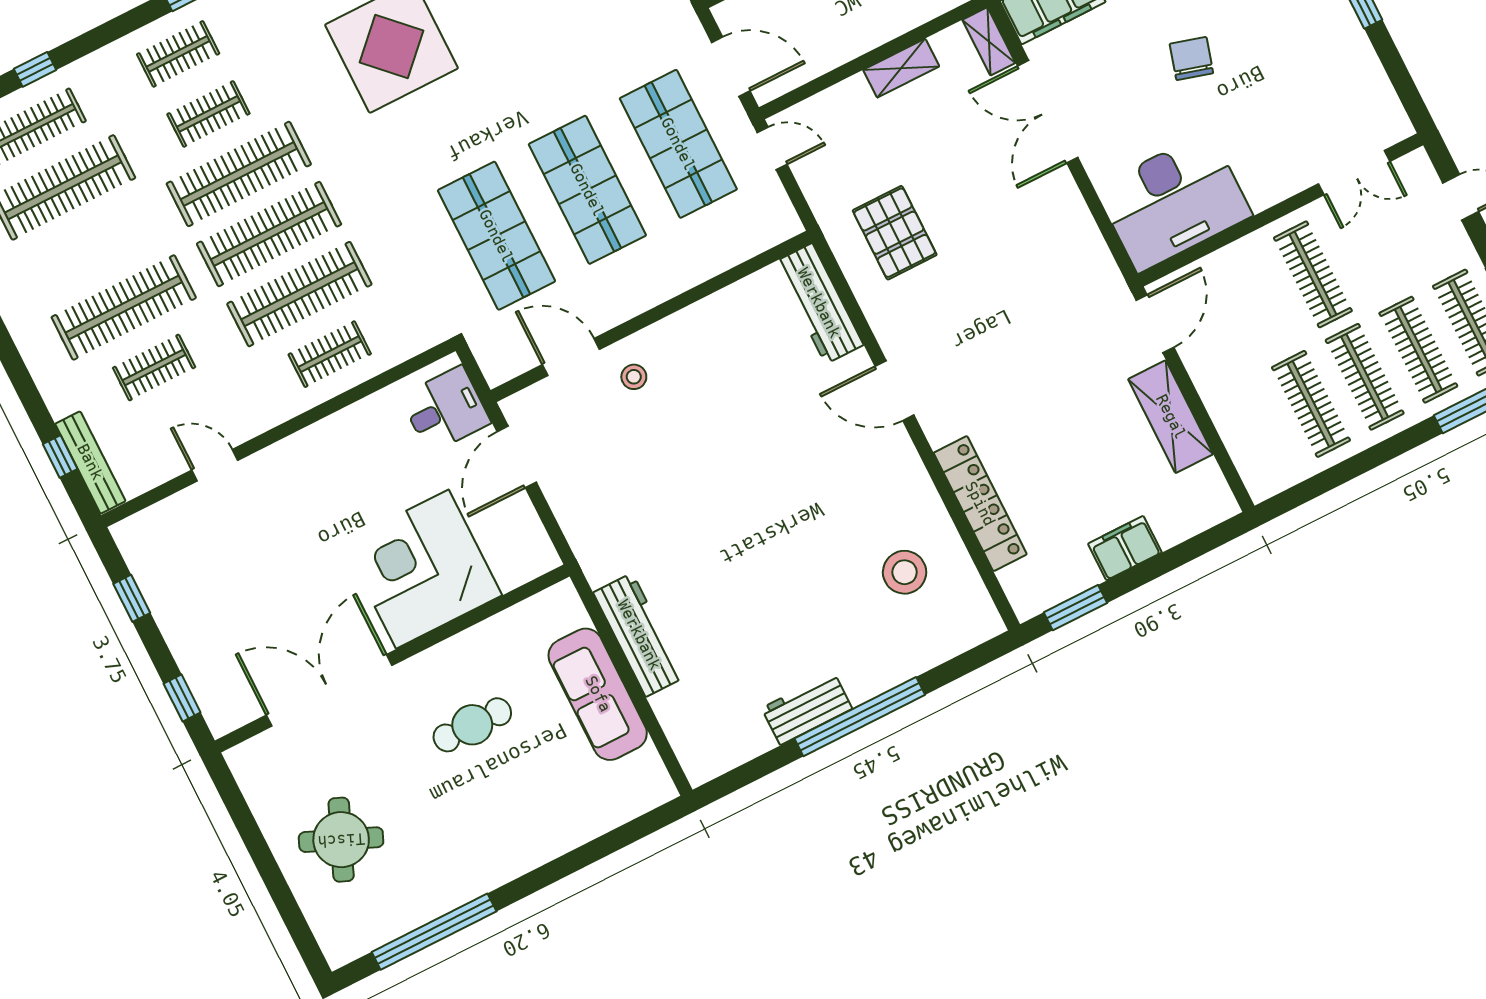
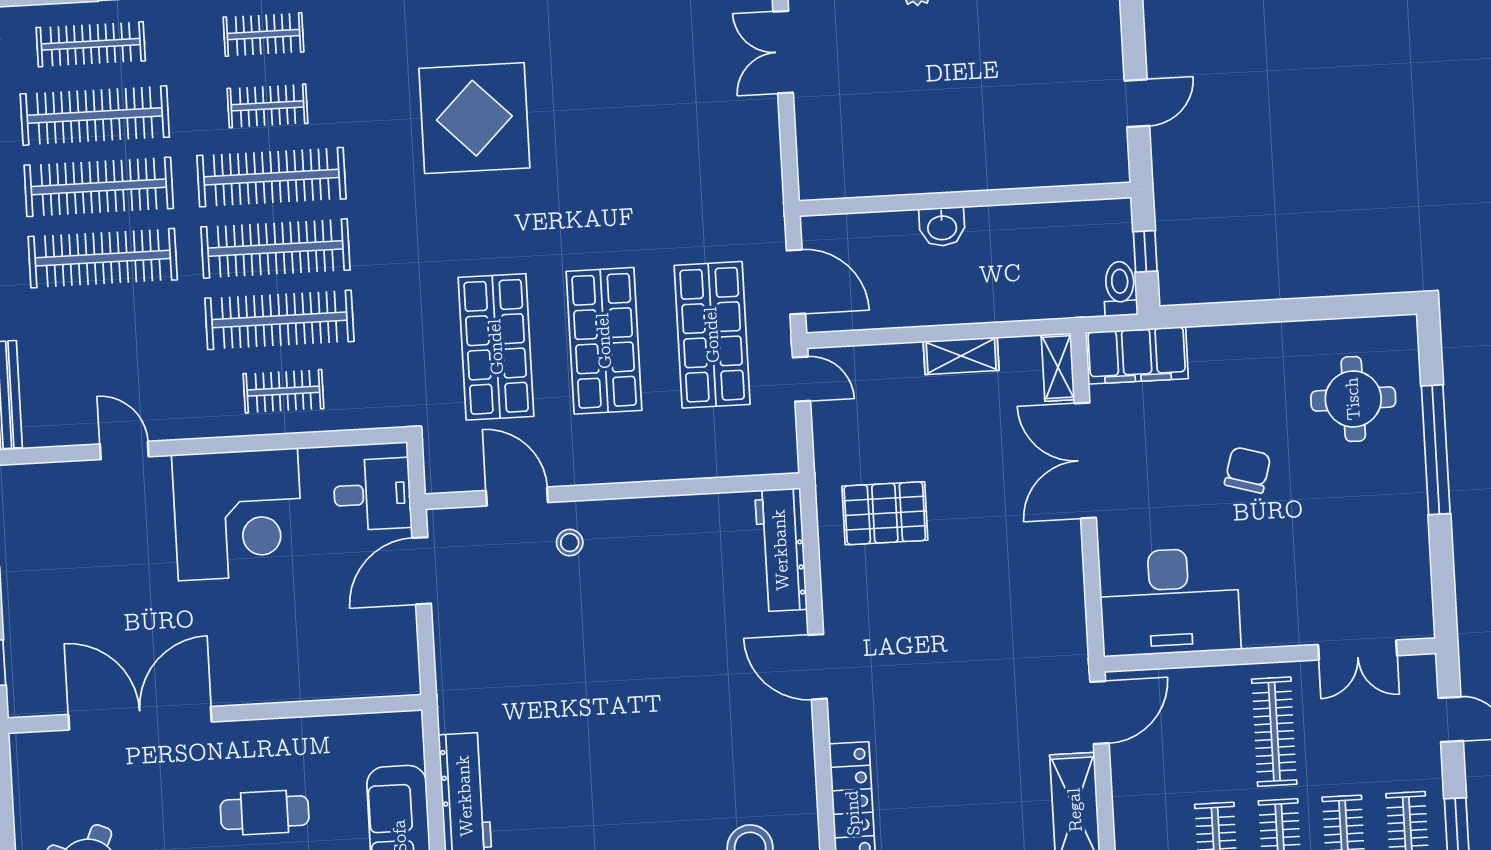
pallet: (895, 233) -> (885, 513), turned 90
clothes rail: (154, 368) -> (99, 187), moved, width x1.86, depth x1.31
corner desk: (422, 569) -> (238, 514), moved, turned 180

